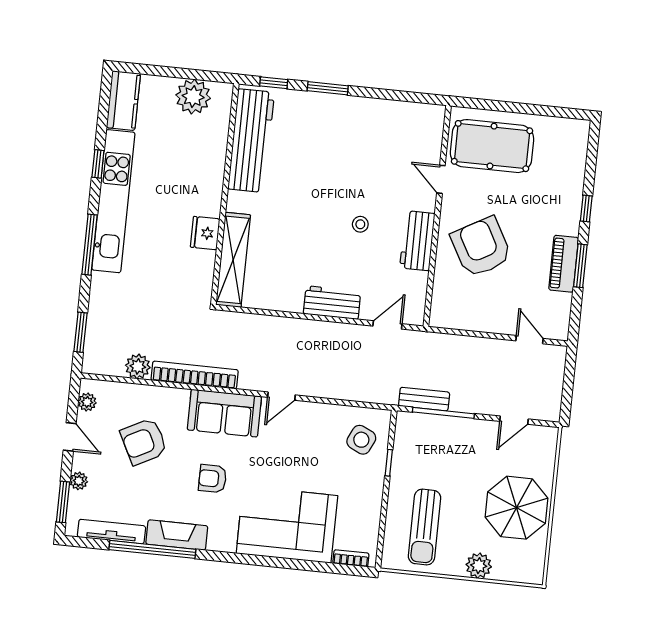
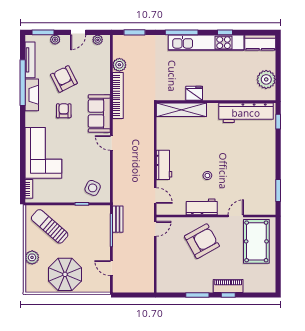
window: (328, 88) -> (278, 191), moved
piano: (564, 264) -> (228, 286), moved
door: (529, 340) -> (155, 229), moved
armchair: (144, 442) -> (64, 79), moved
sun lounger: (424, 527) -> (50, 226), turned 41

